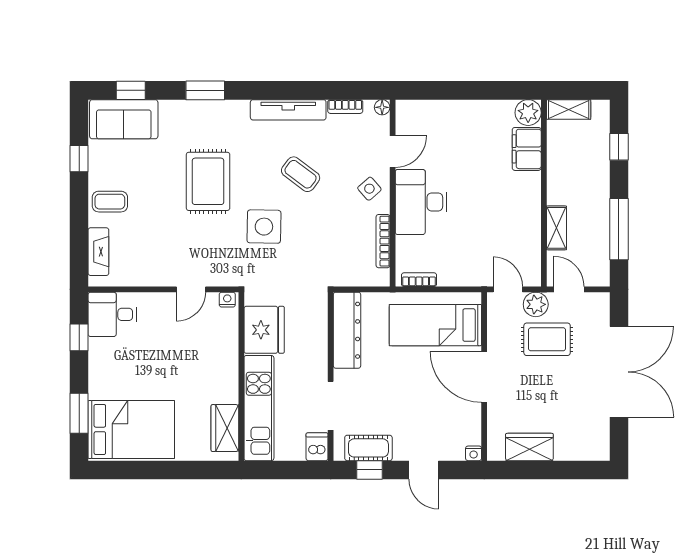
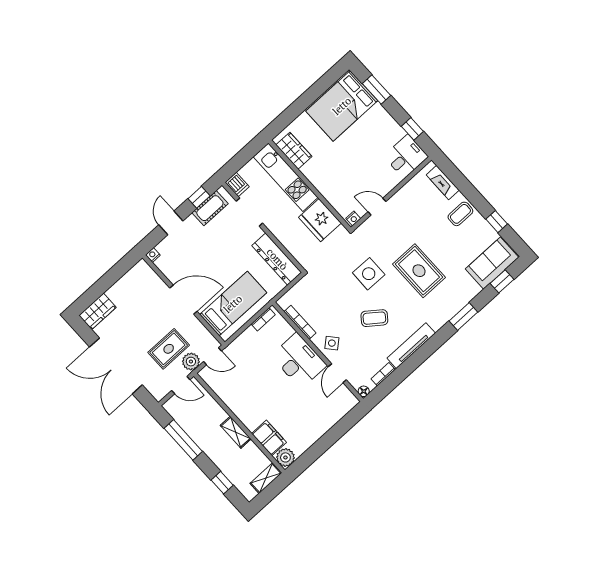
shelving: (556, 228) -> (236, 432), moved
door: (191, 289) -> (377, 207), hinge flipped
wardrobe: (529, 447) -> (97, 311), moved
door: (424, 470) -> (171, 223), hinge flipped

